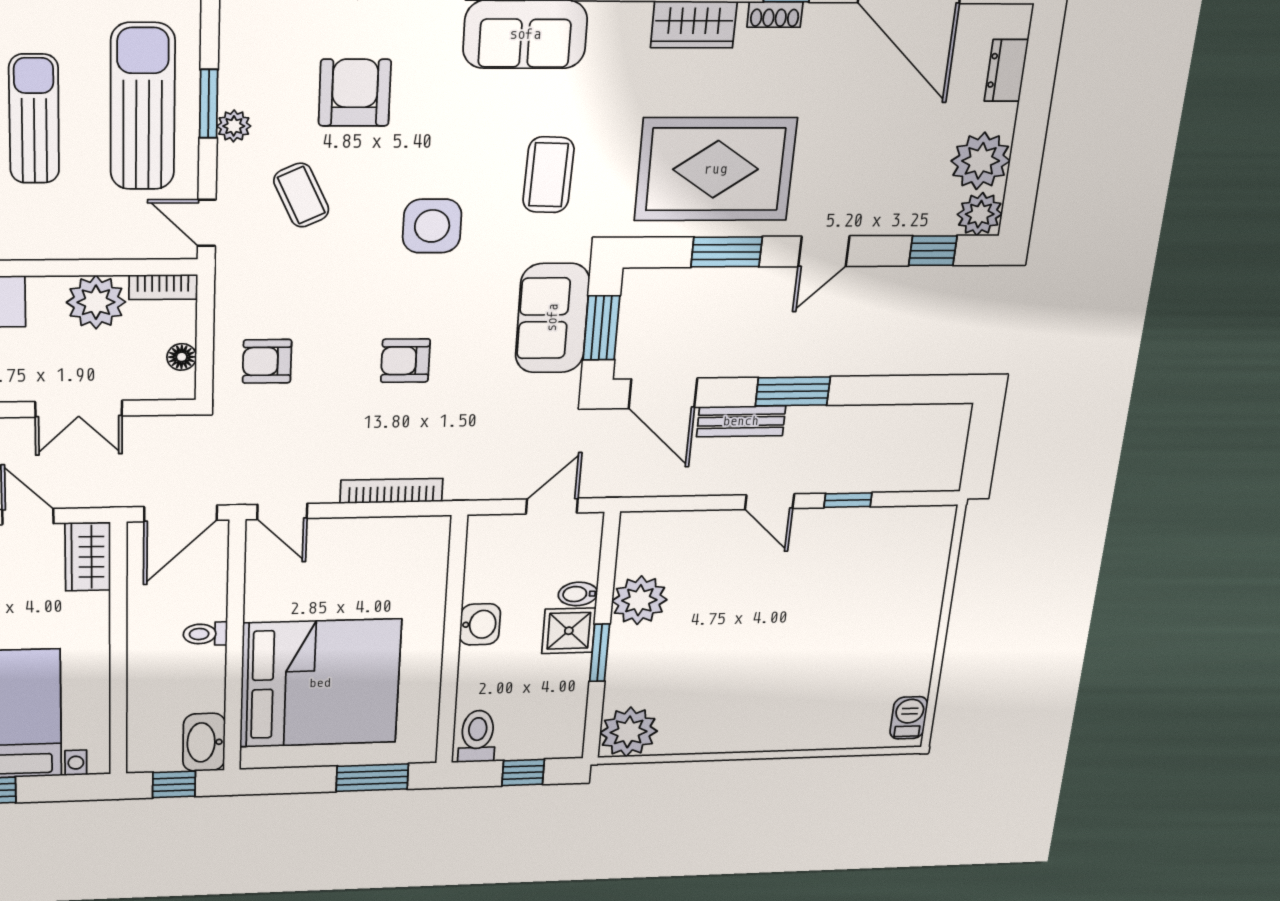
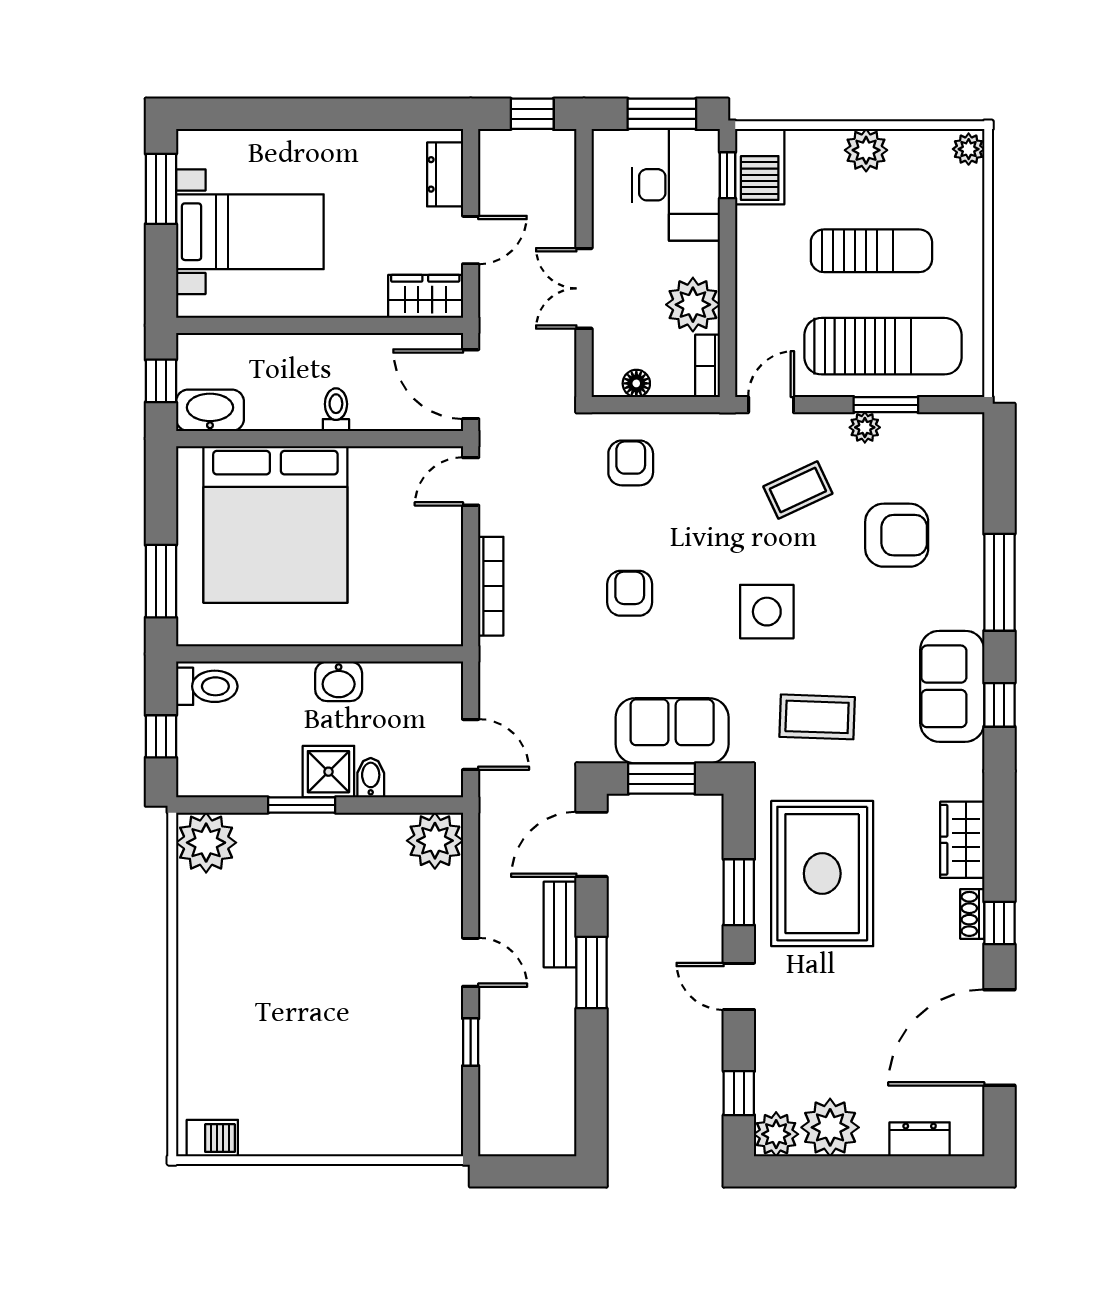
door: (770, 502) -> (471, 962), swing flipped
plant: (639, 600) -> (435, 841), moved

